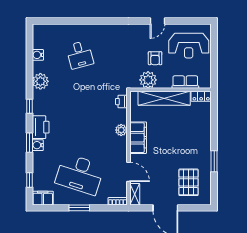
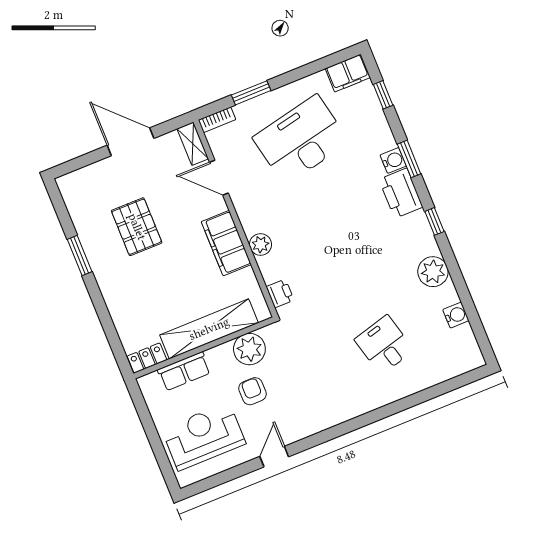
desk: (80, 174) -> (301, 140), turned -30
pallet: (189, 182) -> (137, 227), moved
window: (79, 208) -> (251, 93), moved

